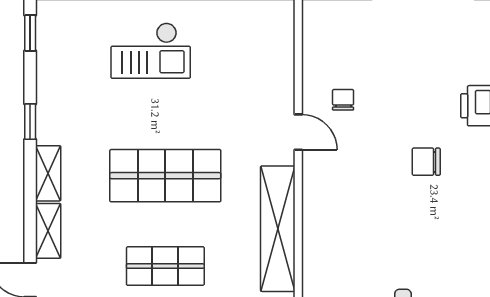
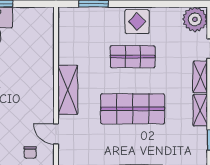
shelving: (278, 229) -> (68, 90), width x0.68

